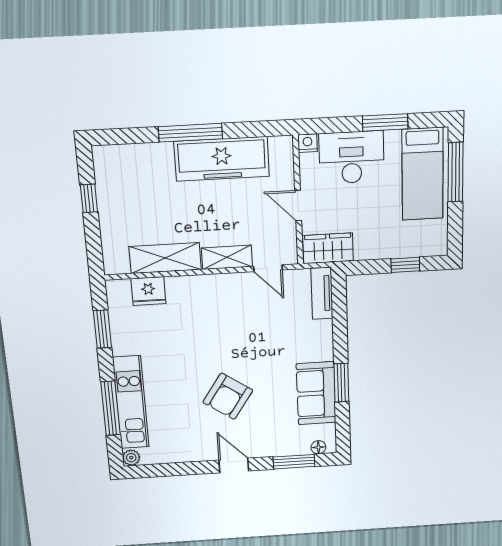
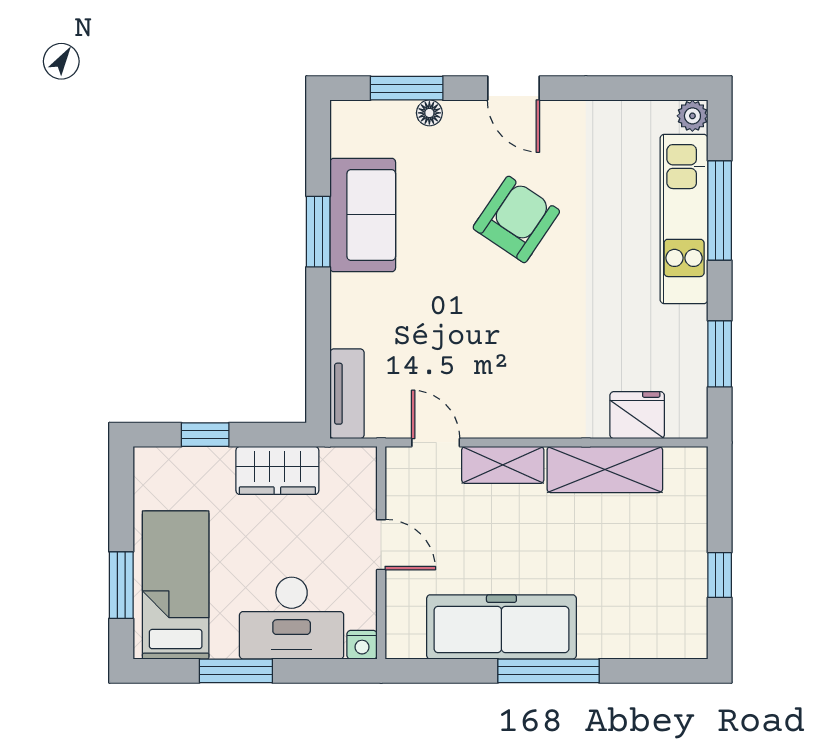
window: (456, 172) -> (121, 585), width x0.69
wardrobe: (328, 248) -> (277, 470), moved
floor lamp: (318, 447) -> (429, 113), moved

